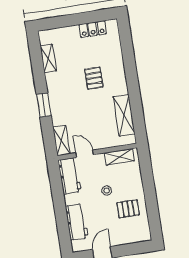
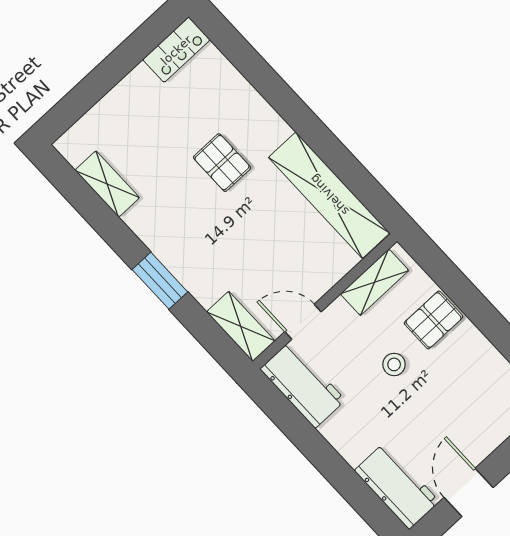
locker: (93, 29) -> (176, 50), moved
shelving: (124, 115) -> (329, 195), width x1.47
pallet: (128, 209) -> (434, 320), moved
workbench: (77, 222) -> (397, 486), moved

